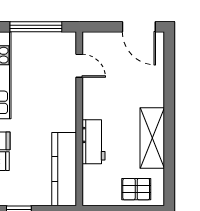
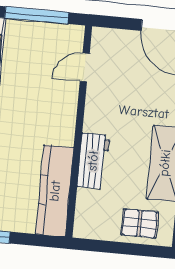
door: (79, 66) -> (85, 67), swing flipped

